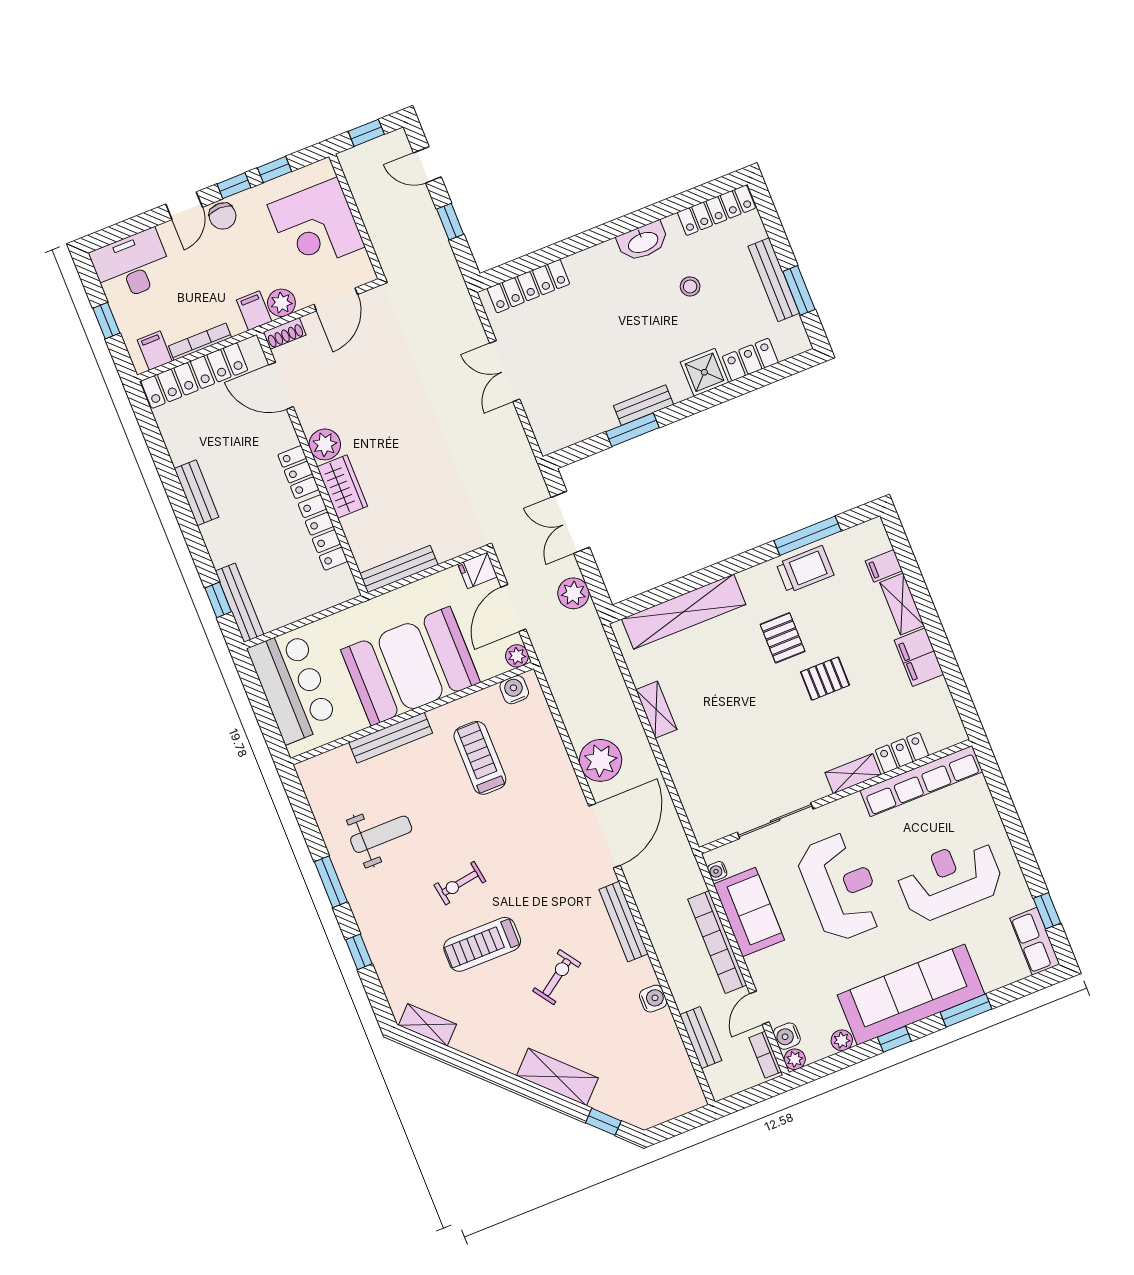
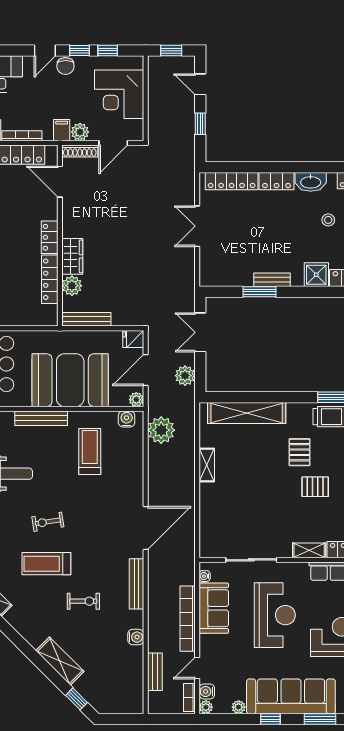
locker: (593, 260) -> (277, 181), added
shoe rack: (285, 333) -> (80, 151), width x1.43
plant: (325, 444) -> (72, 286), moved
plant: (601, 760) -> (161, 430), moved
exercise bike: (557, 977) -> (83, 601), turned 35

